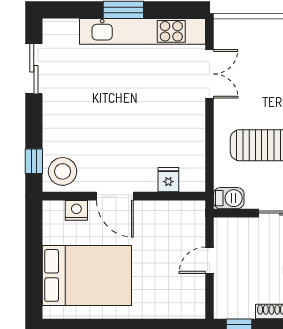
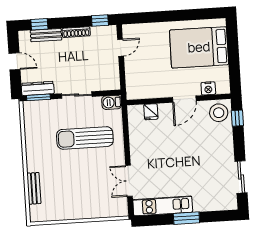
kitchen unit: (142, 31) -> (163, 206), width x0.73
door: (115, 196) -> (184, 99), swing flipped
door: (209, 260) -> (121, 48), moved

